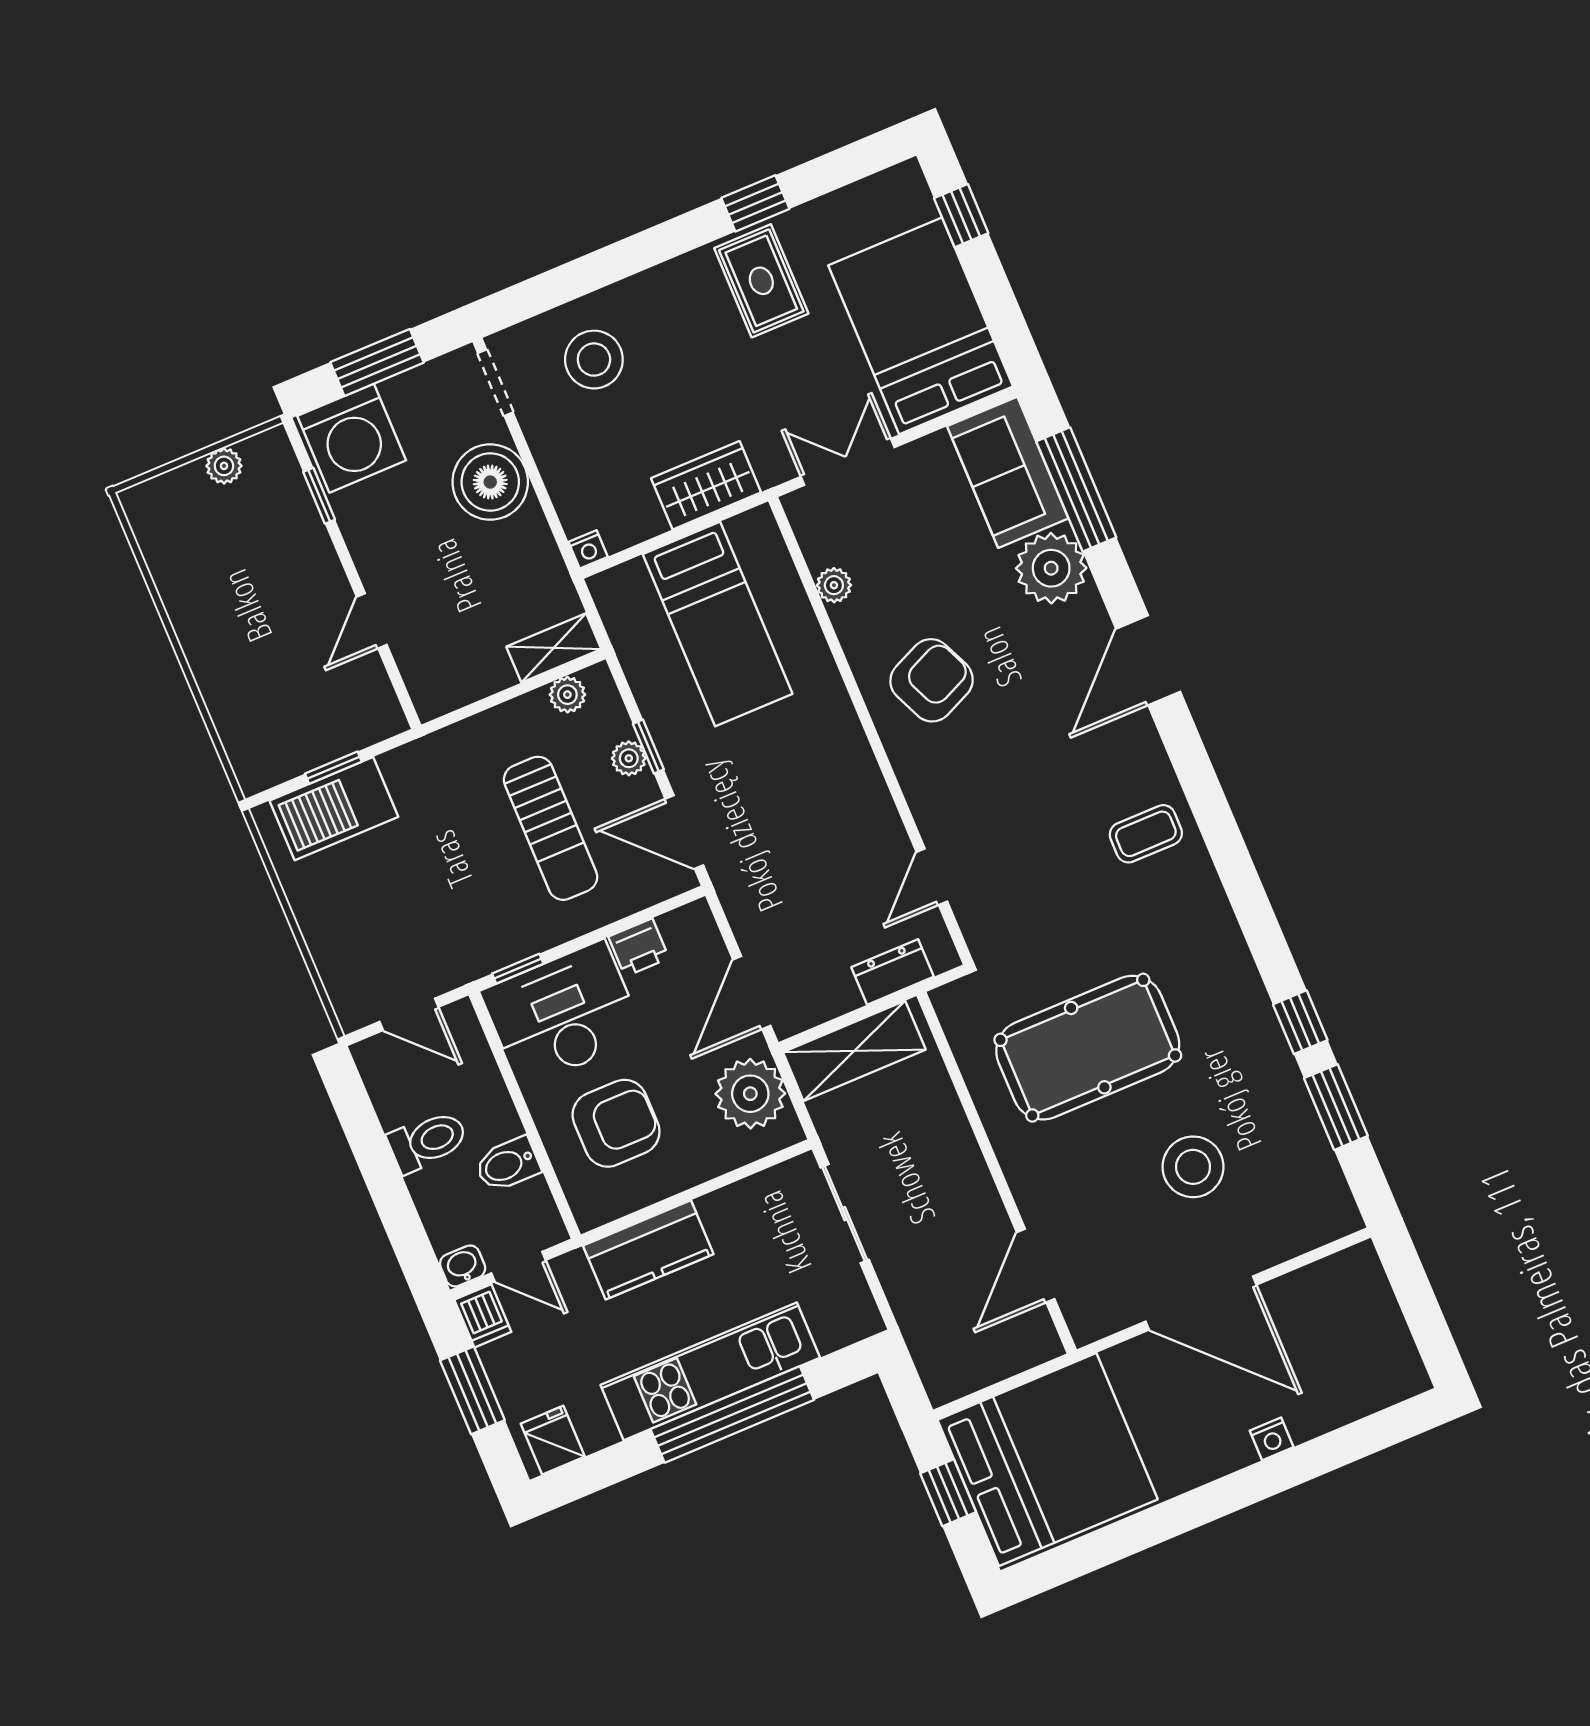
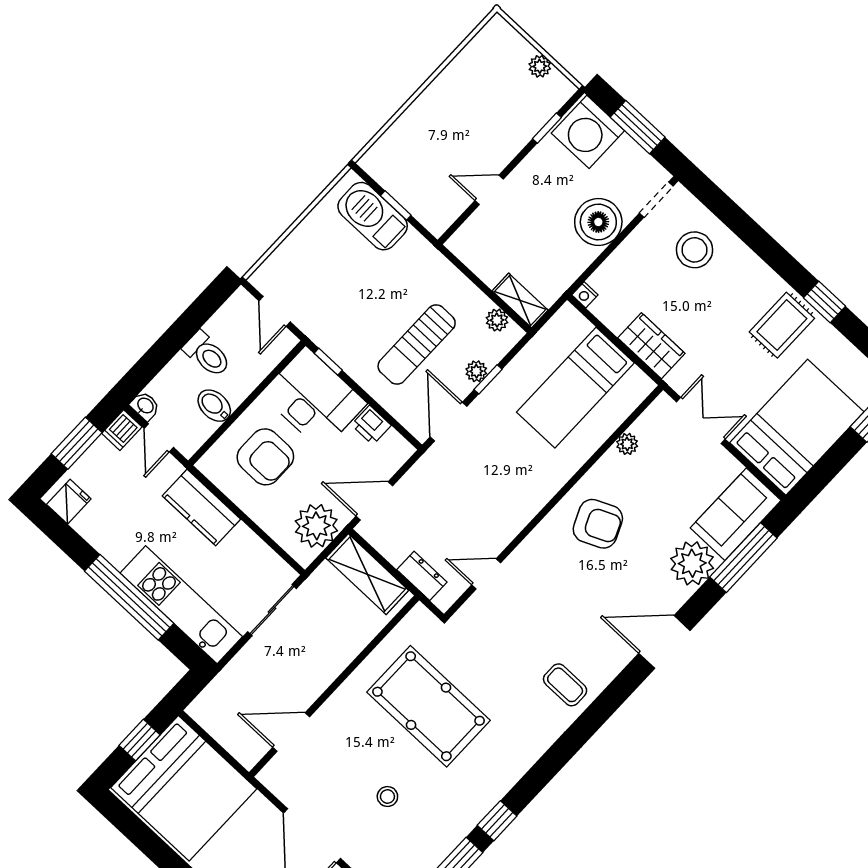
stool: (1193, 1167) -> (387, 797), width x0.53, depth x0.53
kitchen unit: (710, 1371) -> (181, 605), moved

